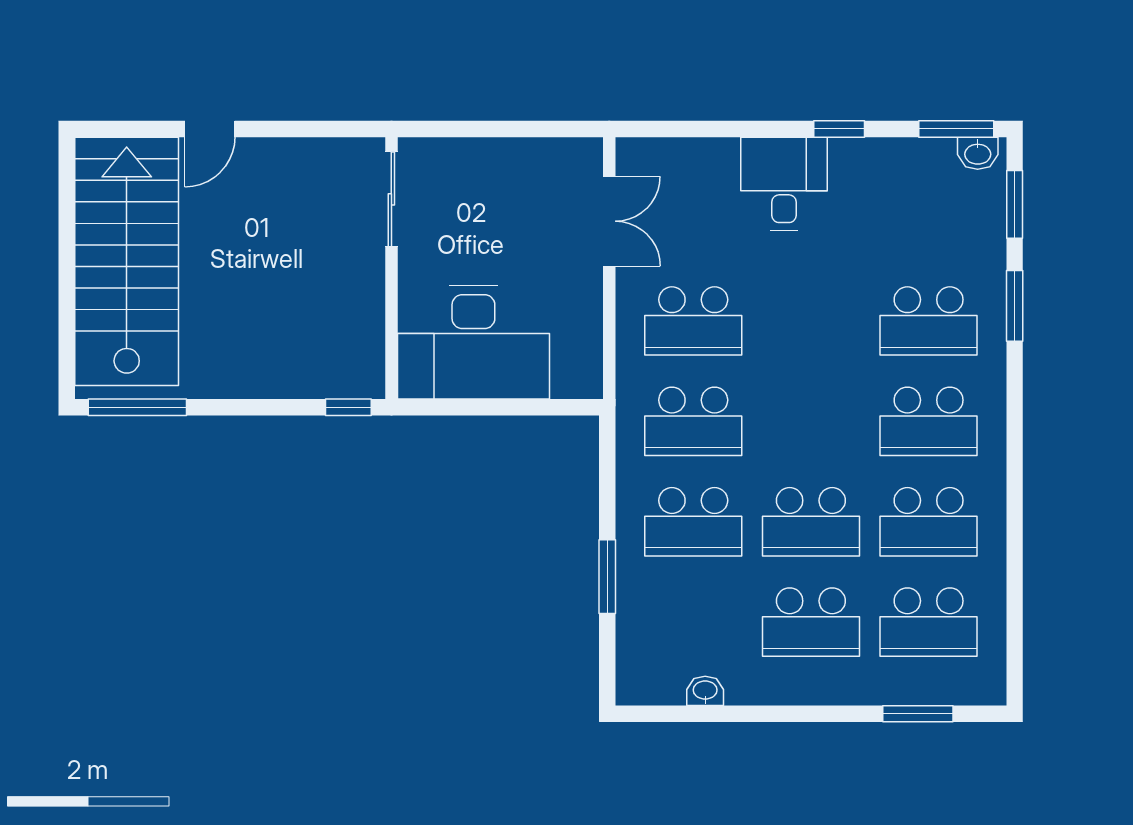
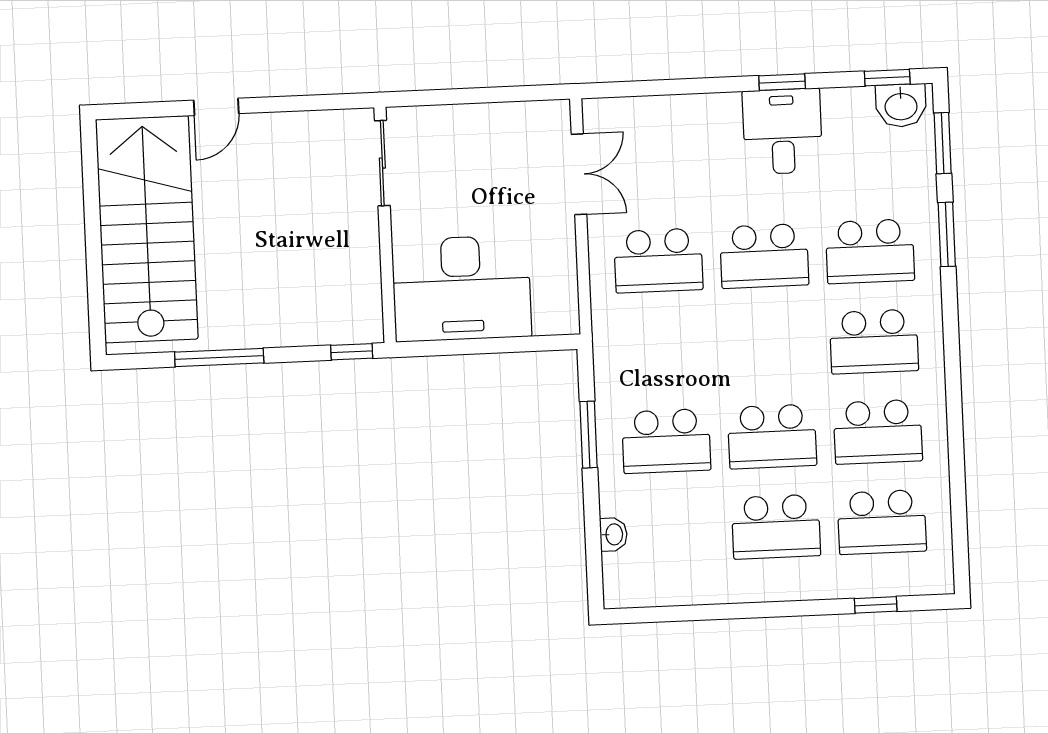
window: (956, 129) -> (887, 78), width x0.67
washbasin: (978, 153) -> (901, 105), width x1.38, depth x1.45
desk: (784, 184) -> (783, 131), moved
window: (137, 407) -> (219, 357), moved
school desk: (693, 421) -> (764, 256), moved
window: (607, 577) -> (589, 435), moved
washbasin: (705, 691) -> (613, 534), moved, turned 90
window: (918, 714) -> (876, 605), width x0.67

